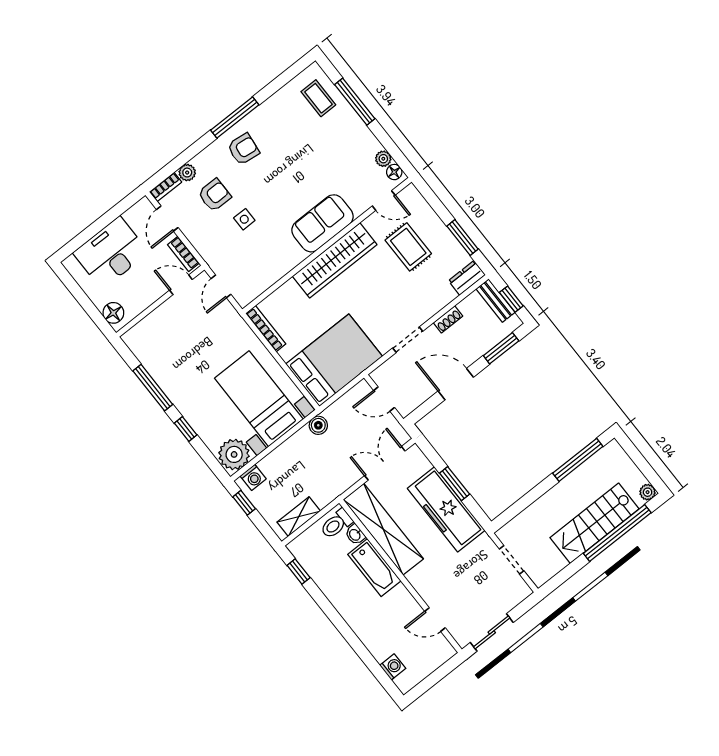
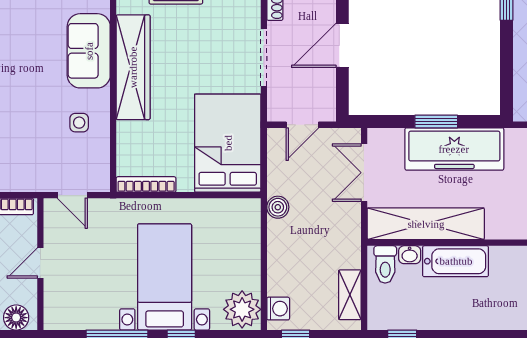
side table: (244, 219) -> (79, 123), moved
door: (181, 285) -> (40, 263), moved
doorway: (408, 340) -> (264, 57), width x1.38
bed with nightstands: (259, 399) -> (165, 277), moved, turned 90

